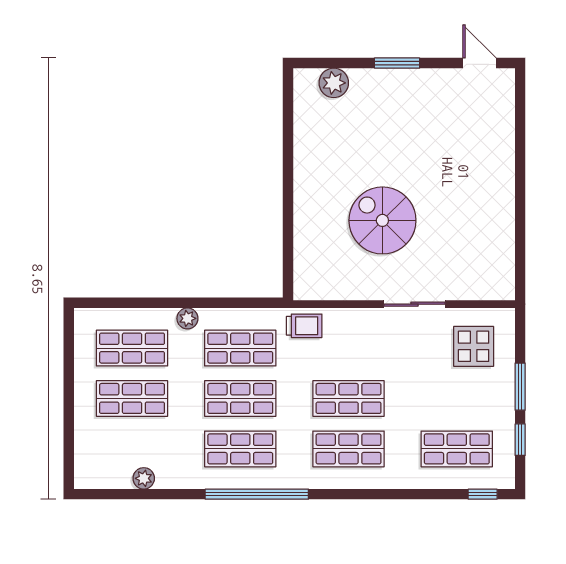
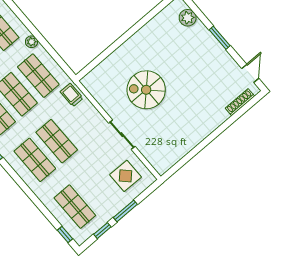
shoe rack: (506, 110) -> (240, 102), added
spiral stairs: (382, 220) -> (146, 90), turned -90
trolley: (304, 326) -> (72, 95), turned 180

